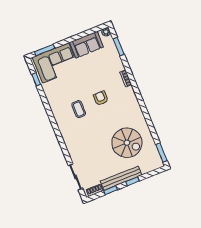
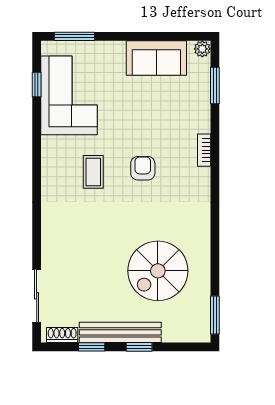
corner sofa: (56, 63) -> (69, 95), moved, turned -90
spiral stairs: (127, 143) -> (158, 271), turned 90

